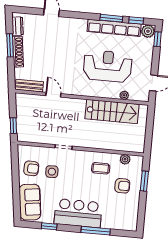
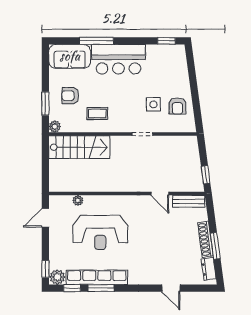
stairs: (112, 111) -> (79, 147), moved, turned 180
window: (13, 126) -> (206, 175), moved
plant: (125, 159) -> (55, 126), moved
armchair: (31, 168) -> (177, 106), turned -92
sofa: (30, 202) -> (70, 56), moved, turned -82
window: (49, 226) -> (166, 41), moved

